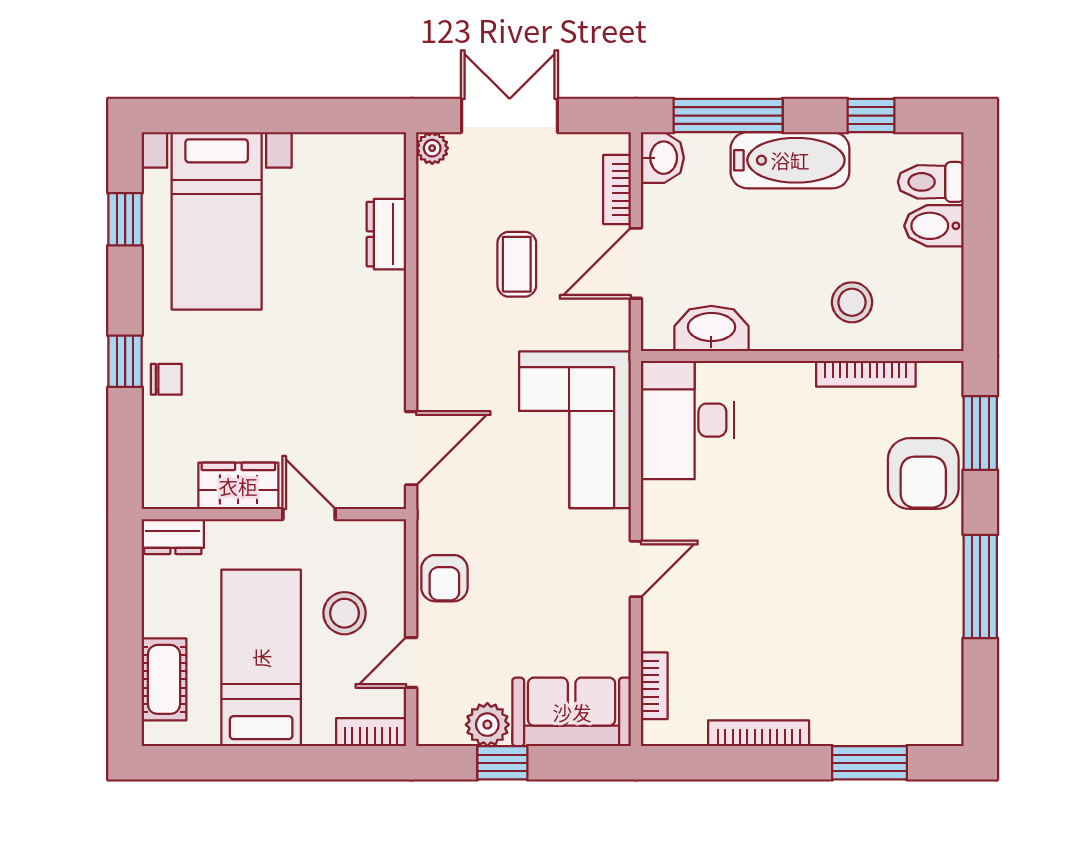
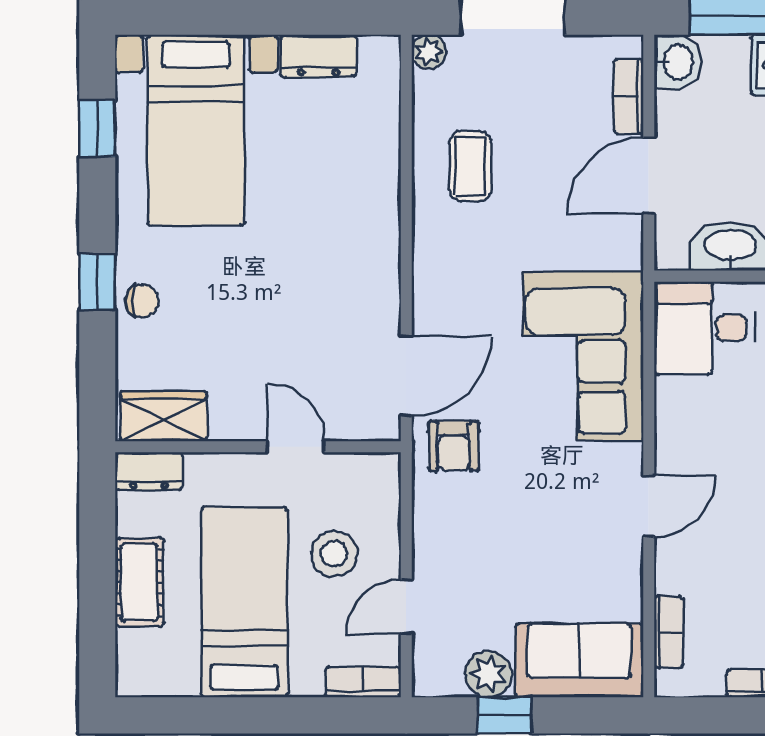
dresser: (386, 234) -> (319, 56), moved, turned -90
coffee table: (517, 264) -> (470, 166), moved
desk: (687, 420) -> (704, 328), width x0.73
wardrobe: (238, 486) -> (164, 416), moved
armchair: (444, 578) -> (454, 446), moved
cot: (164, 679) -> (139, 582), moved

